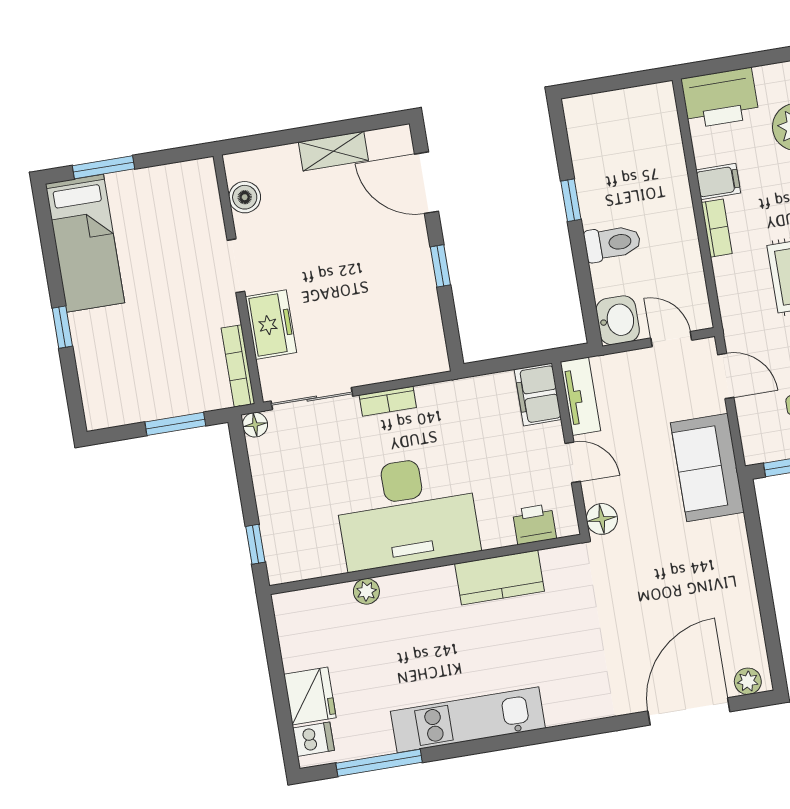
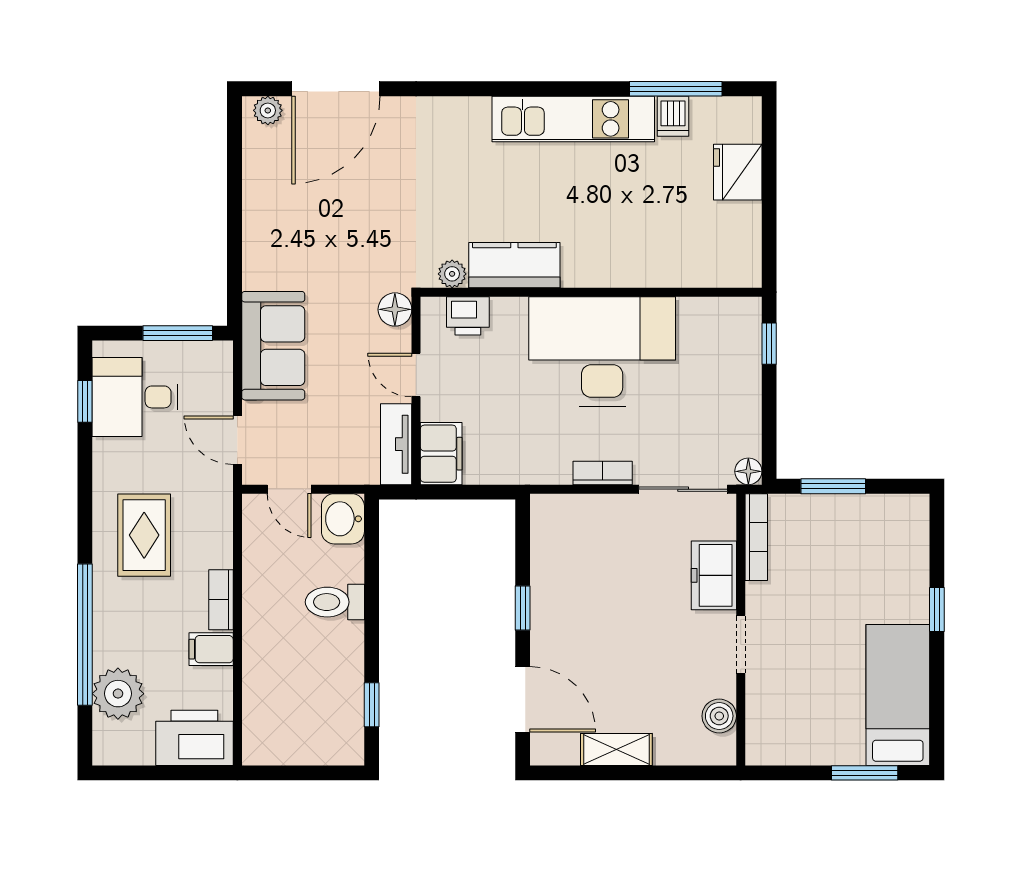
window: (571, 200) -> (372, 705), moved
plant: (366, 591) -> (452, 274), moved
dishwasher: (313, 739) -> (673, 116), moved, turned -90

